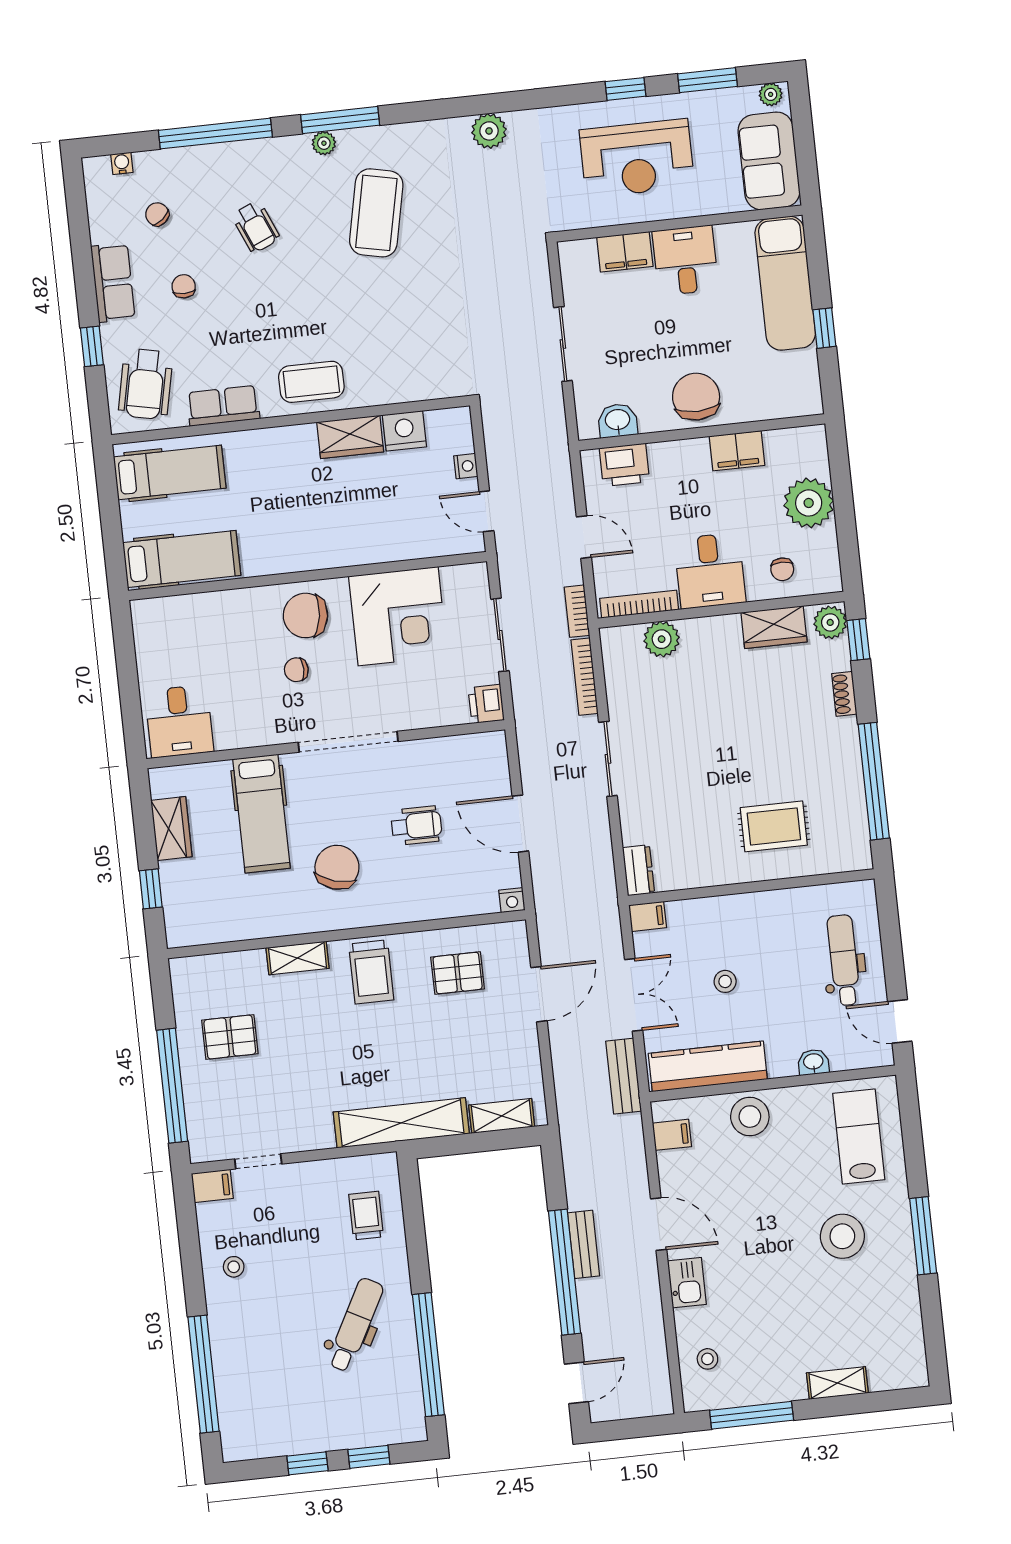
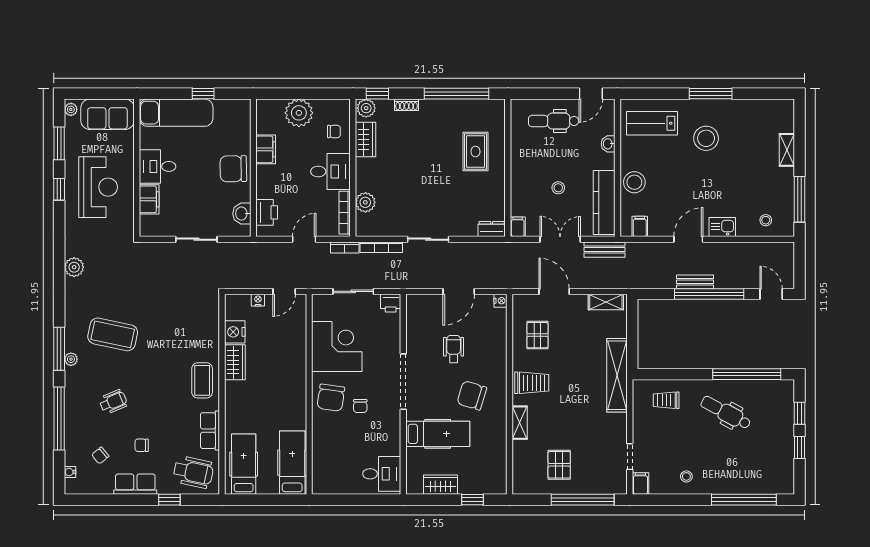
shelving: (502, 1116) -> (606, 302), moved, turned 90

